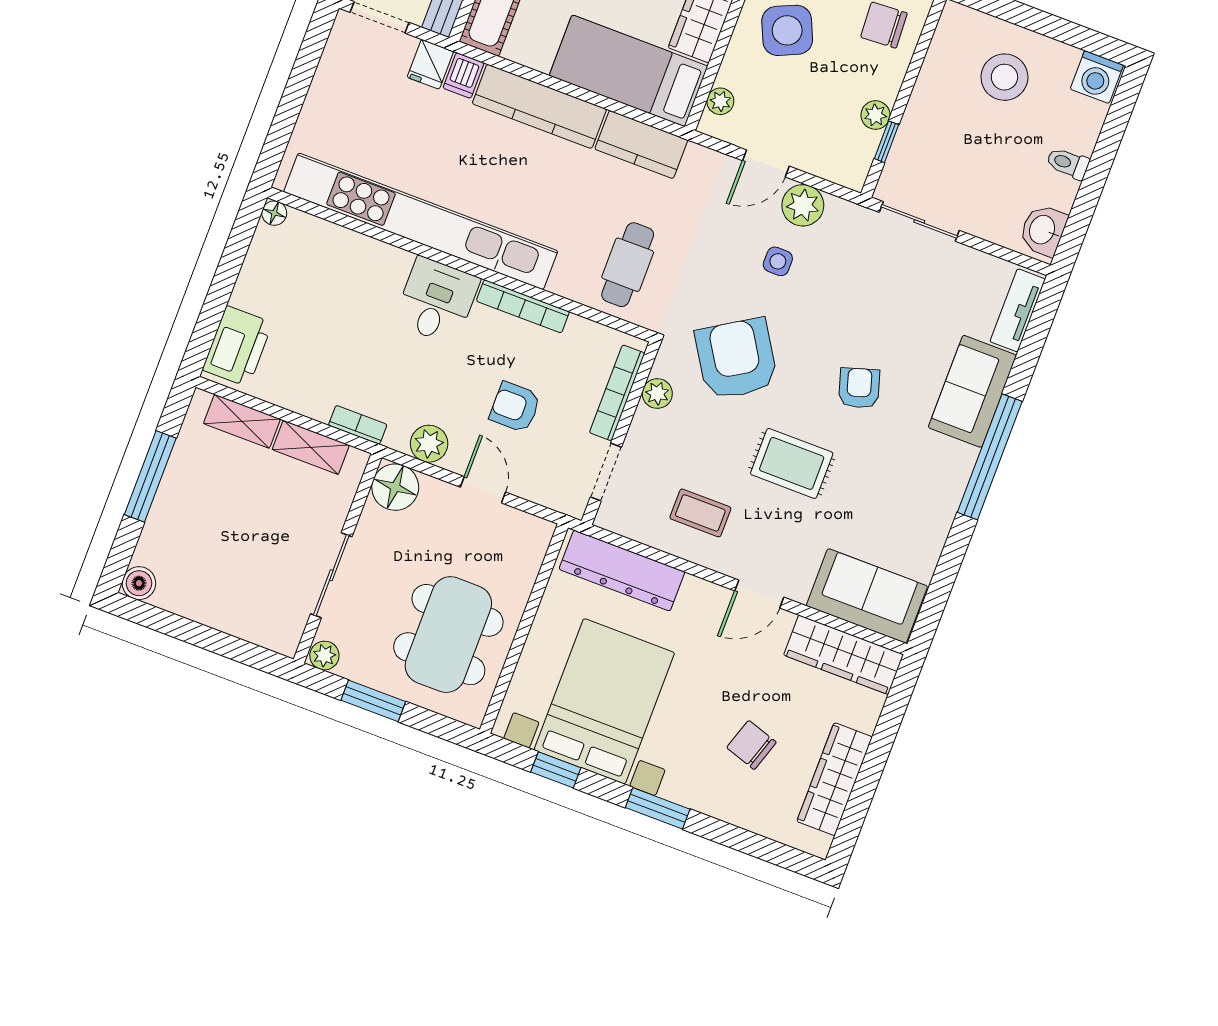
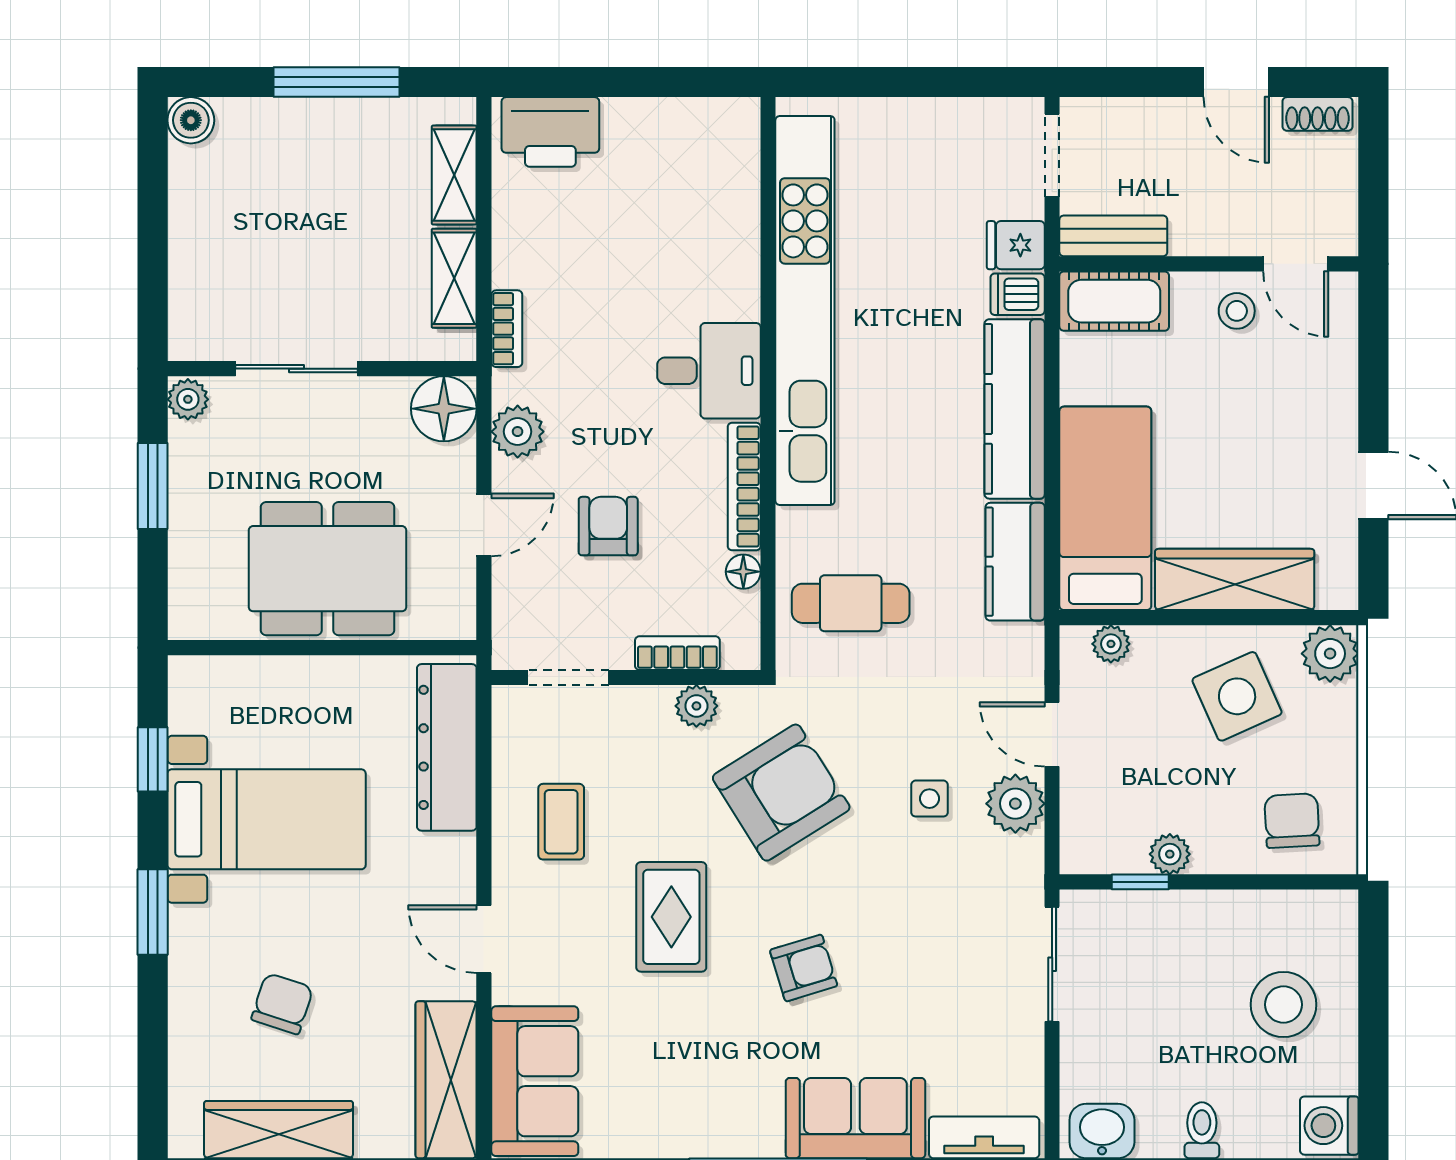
floor lamp: (274, 213) -> (743, 572), moved
bookcase: (617, 393) -> (677, 653), width x0.64
dining table: (448, 635) -> (328, 569), moved
bed with nightstands: (604, 701) -> (267, 819), width x0.73

